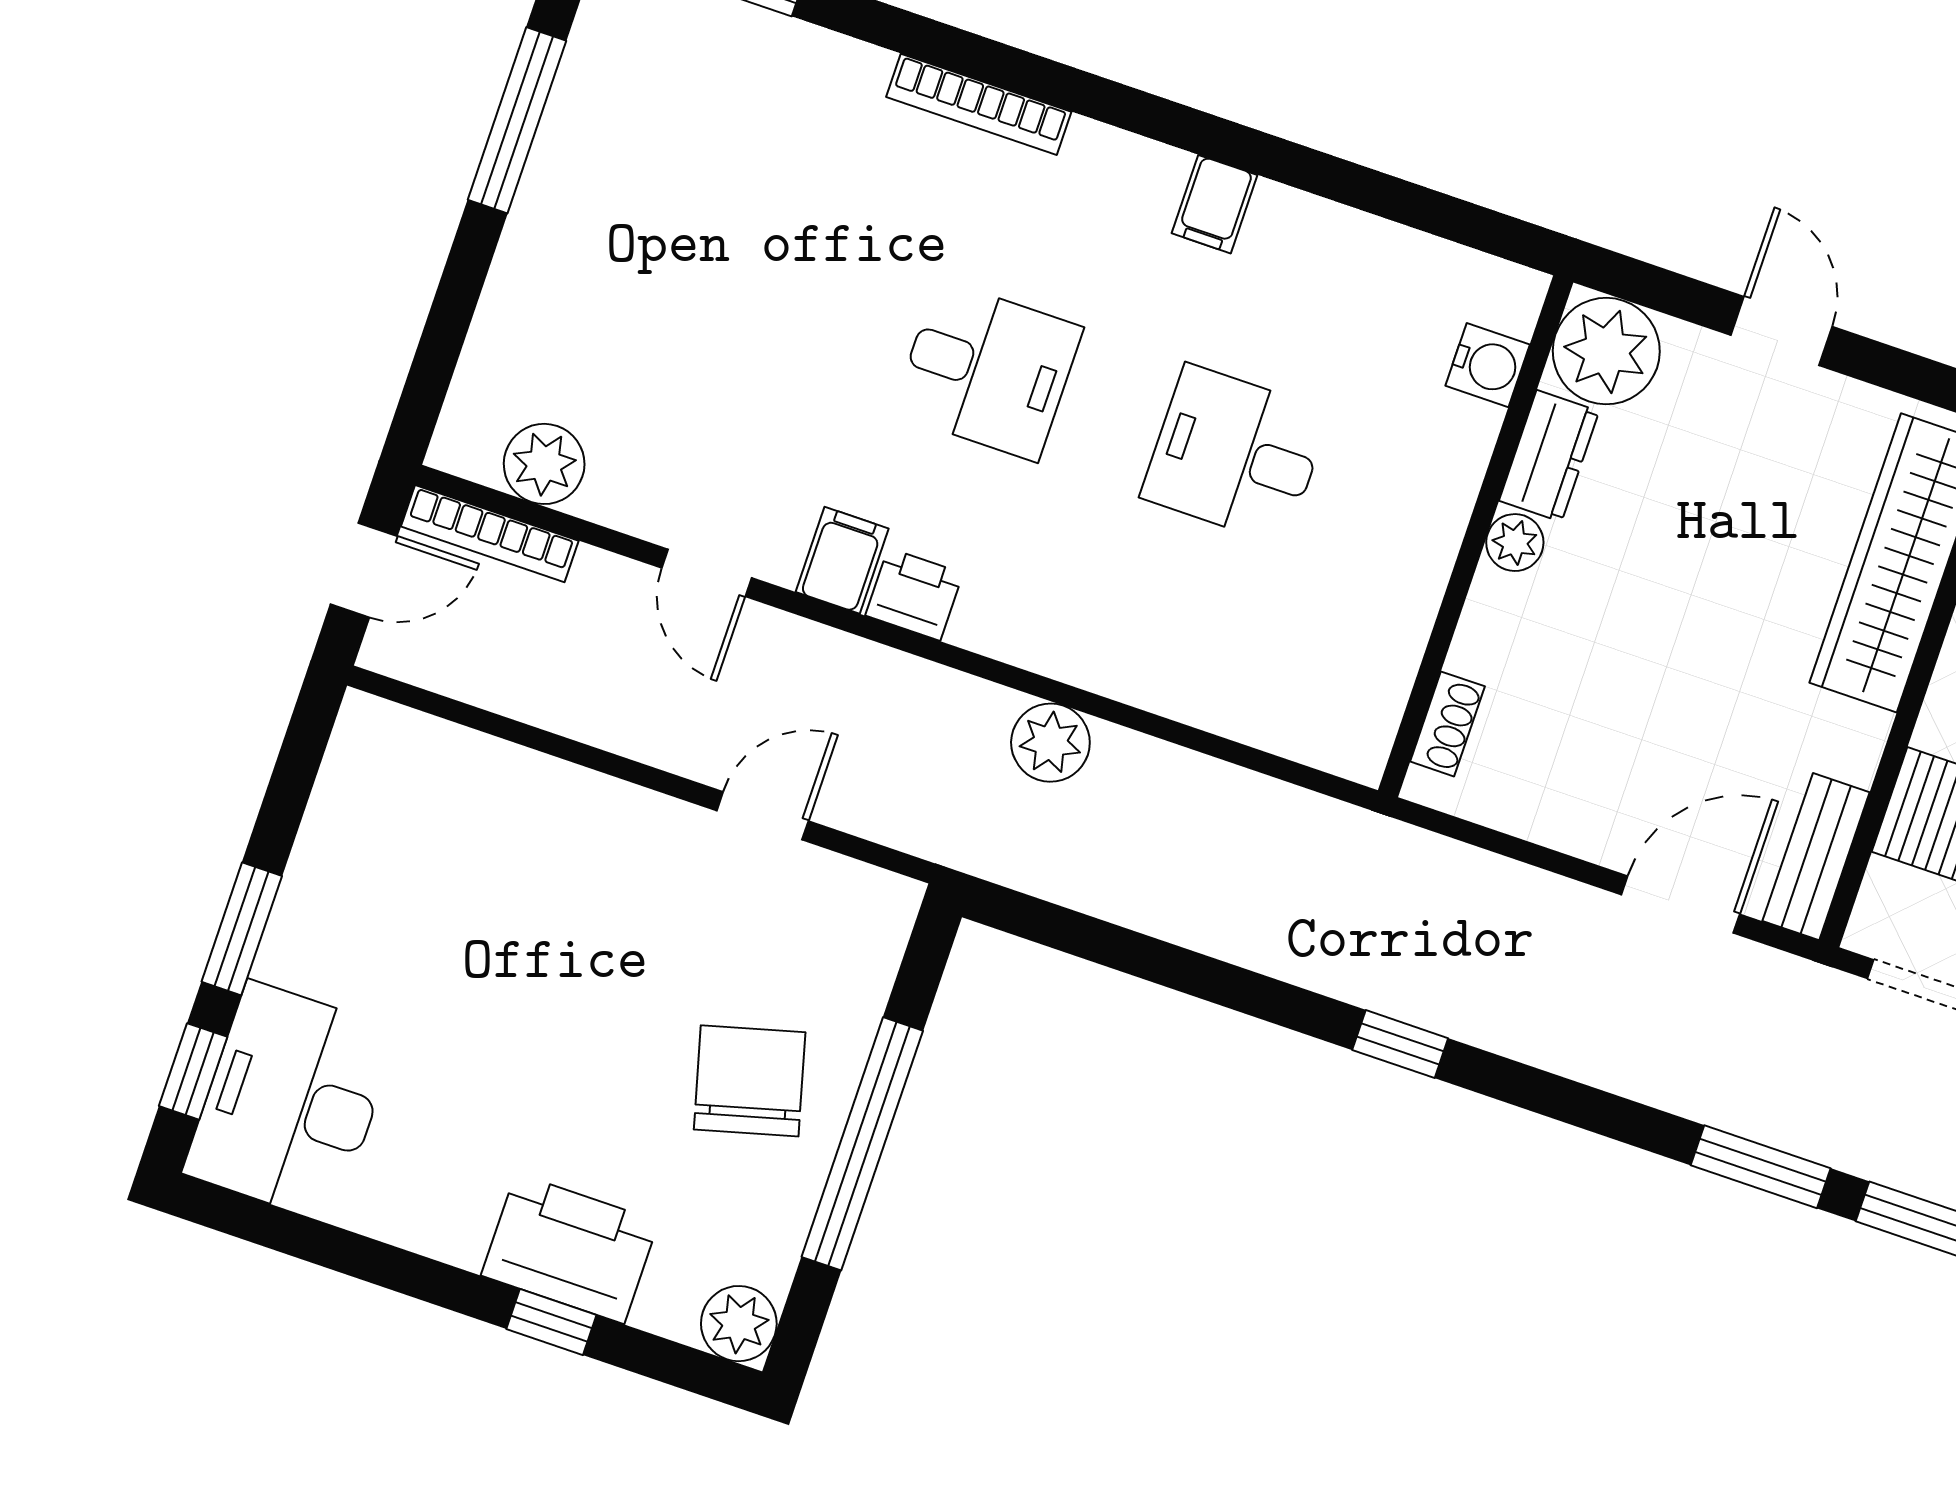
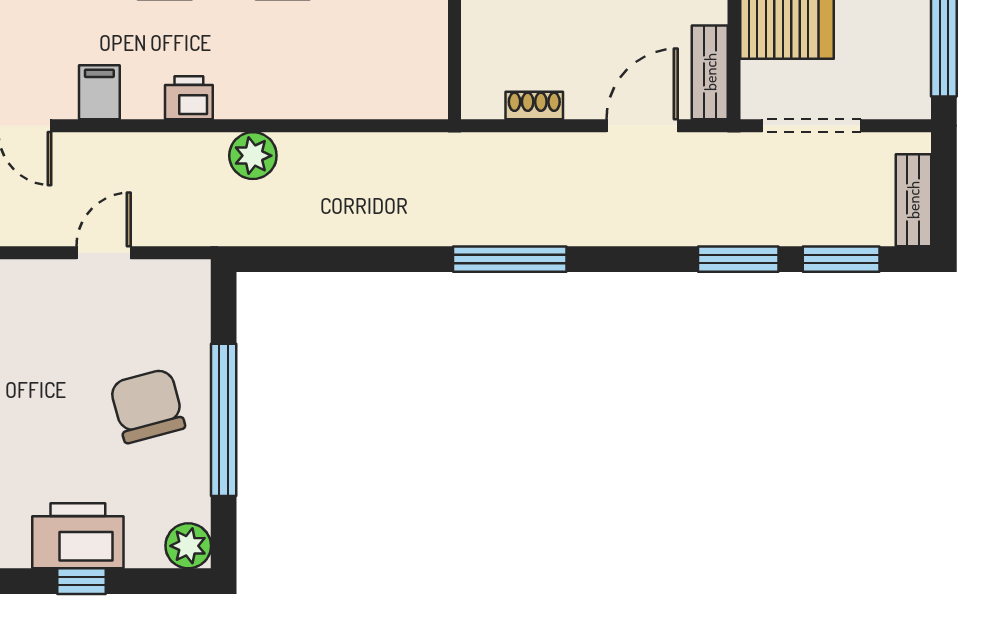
printer: (914, 594) -> (189, 98), moved
shoe rack: (1447, 724) -> (534, 105), moved, turned -90
window: (1400, 1044) -> (510, 259), width x2.17

